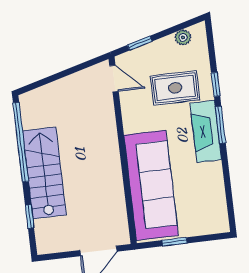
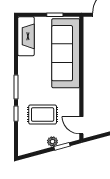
plant: (183, 37) -> (52, 141), moved
fireplace: (206, 131) -> (26, 36), moved

